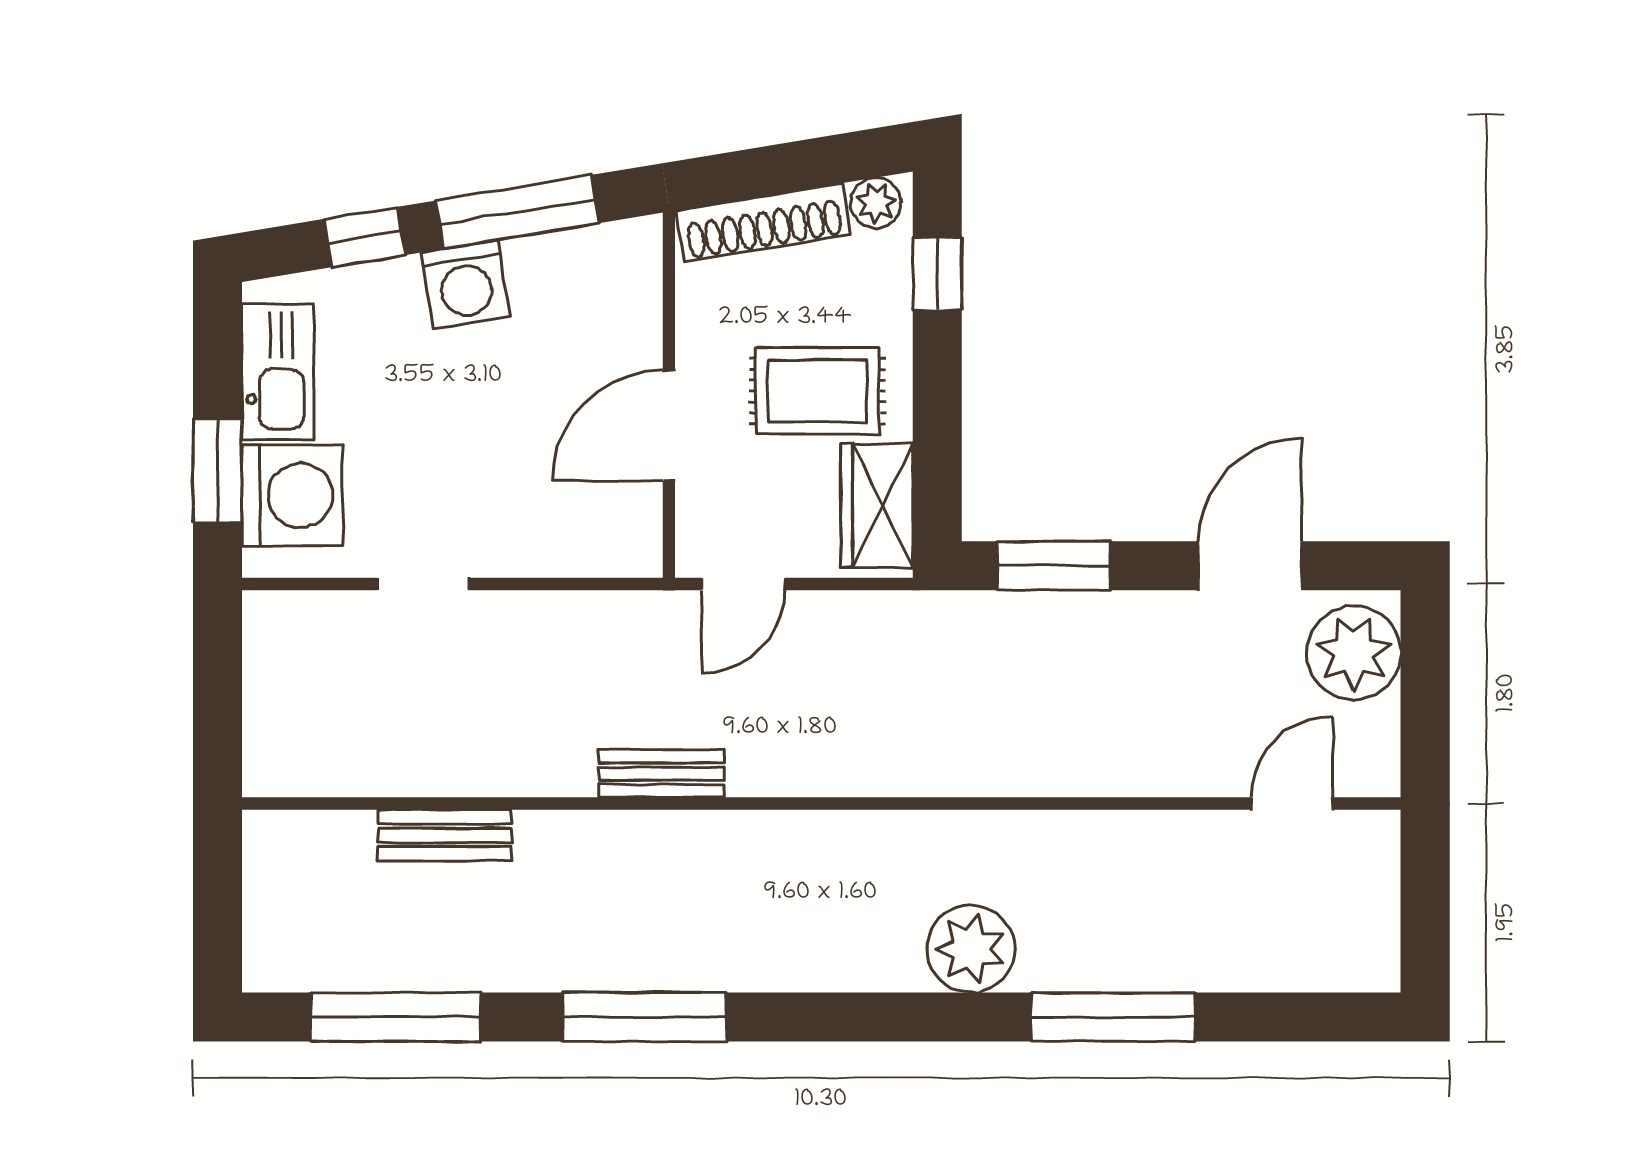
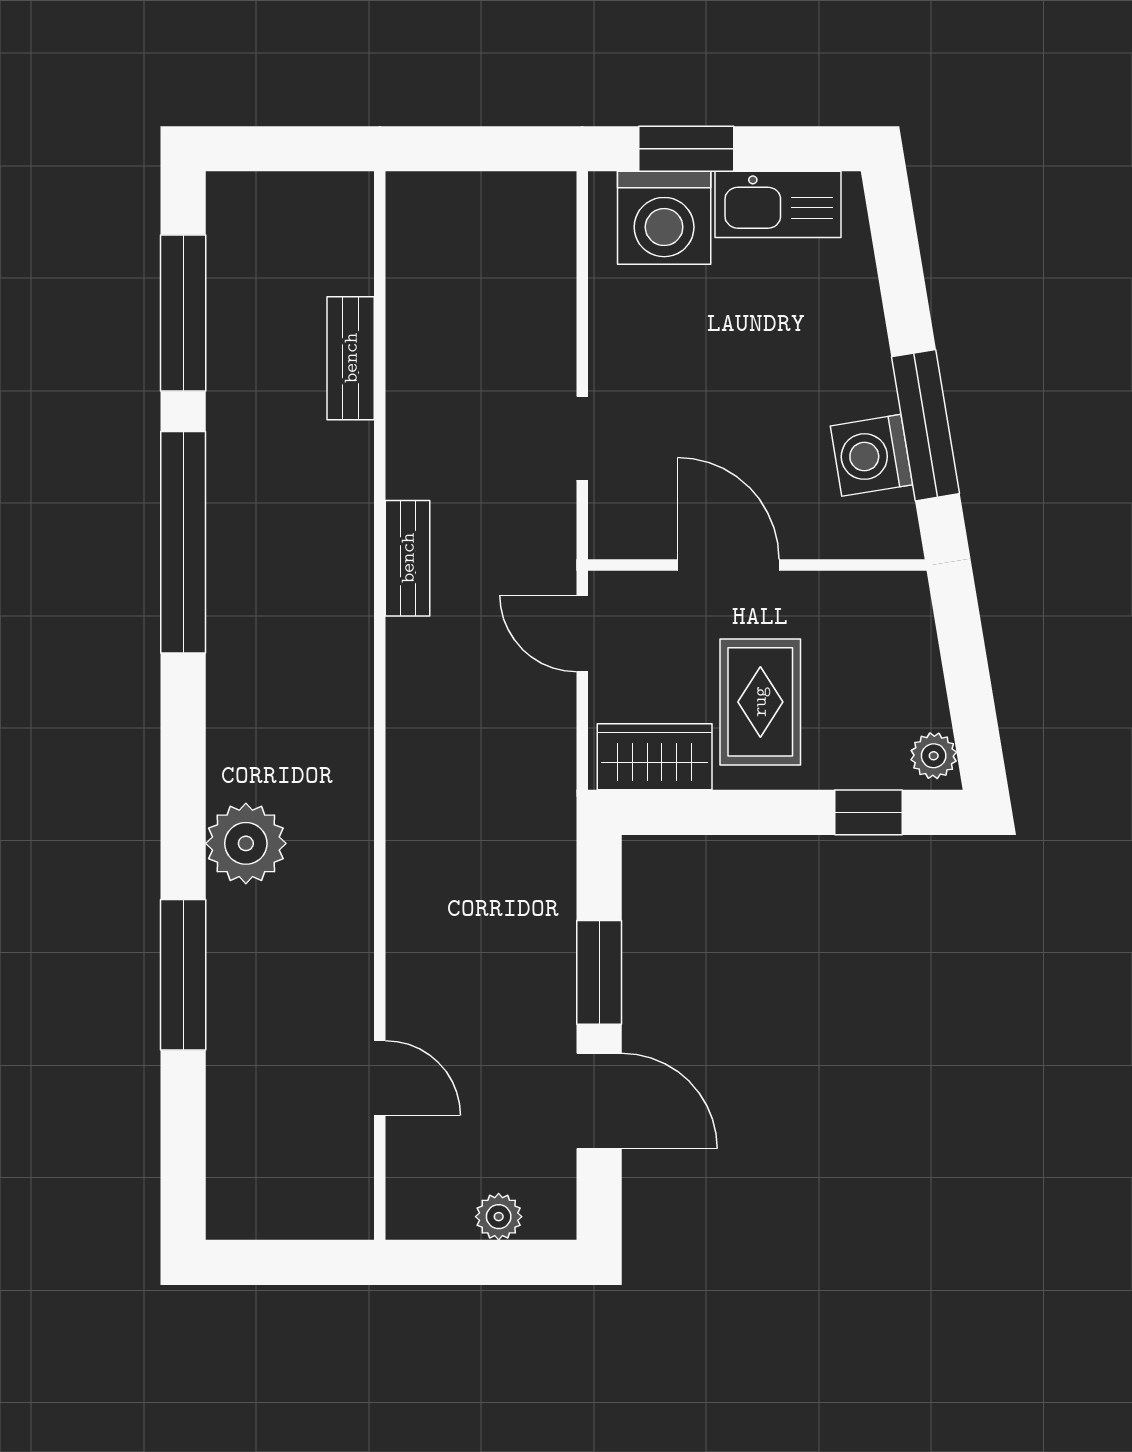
shoe rack: (763, 222) -> (916, 652), removed
window: (364, 237) -> (902, 284), removed
washing machine: (465, 284) -> (871, 455), moved
window: (1054, 566) -> (599, 972), moved
doorway: (423, 584) -> (582, 439), moved
plant: (1354, 653) -> (499, 1217), width x0.53, depth x0.53
door: (1292, 804) -> (380, 1078), moved
window: (644, 1017) -> (183, 542), width x1.46

